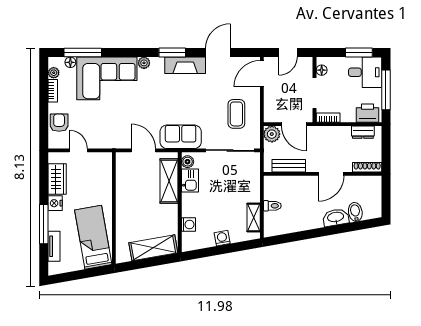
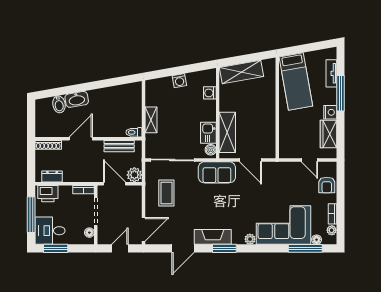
toilet: (272, 206) -> (134, 132), moved
shelving: (254, 217) -> (151, 120), moved

